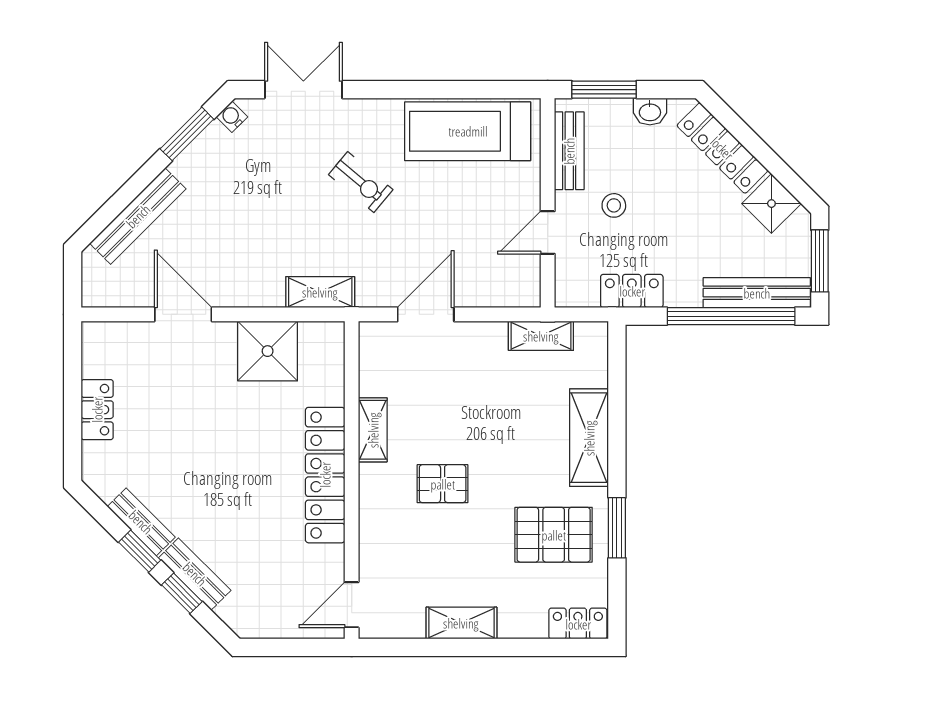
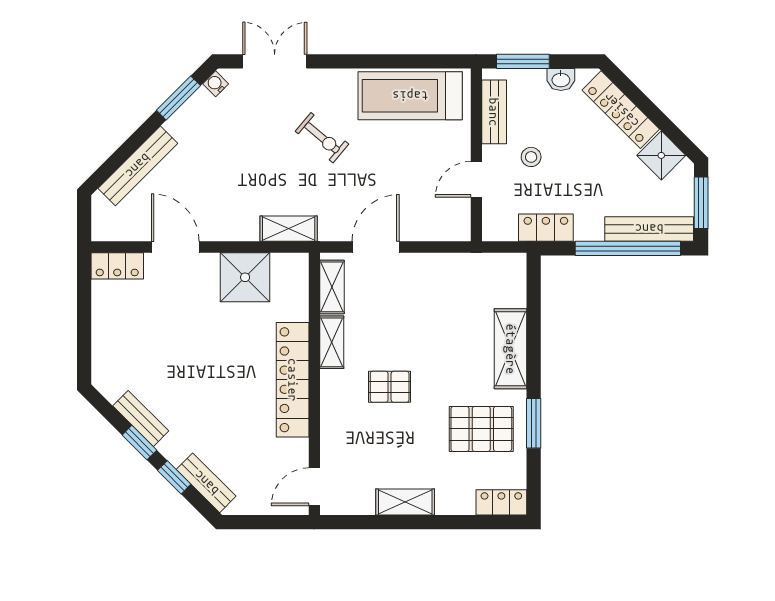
shelving: (541, 336) -> (332, 287), moved, turned 90
locker: (97, 410) -> (117, 266), moved, turned 90
bench: (195, 574) -> (206, 483), moved

